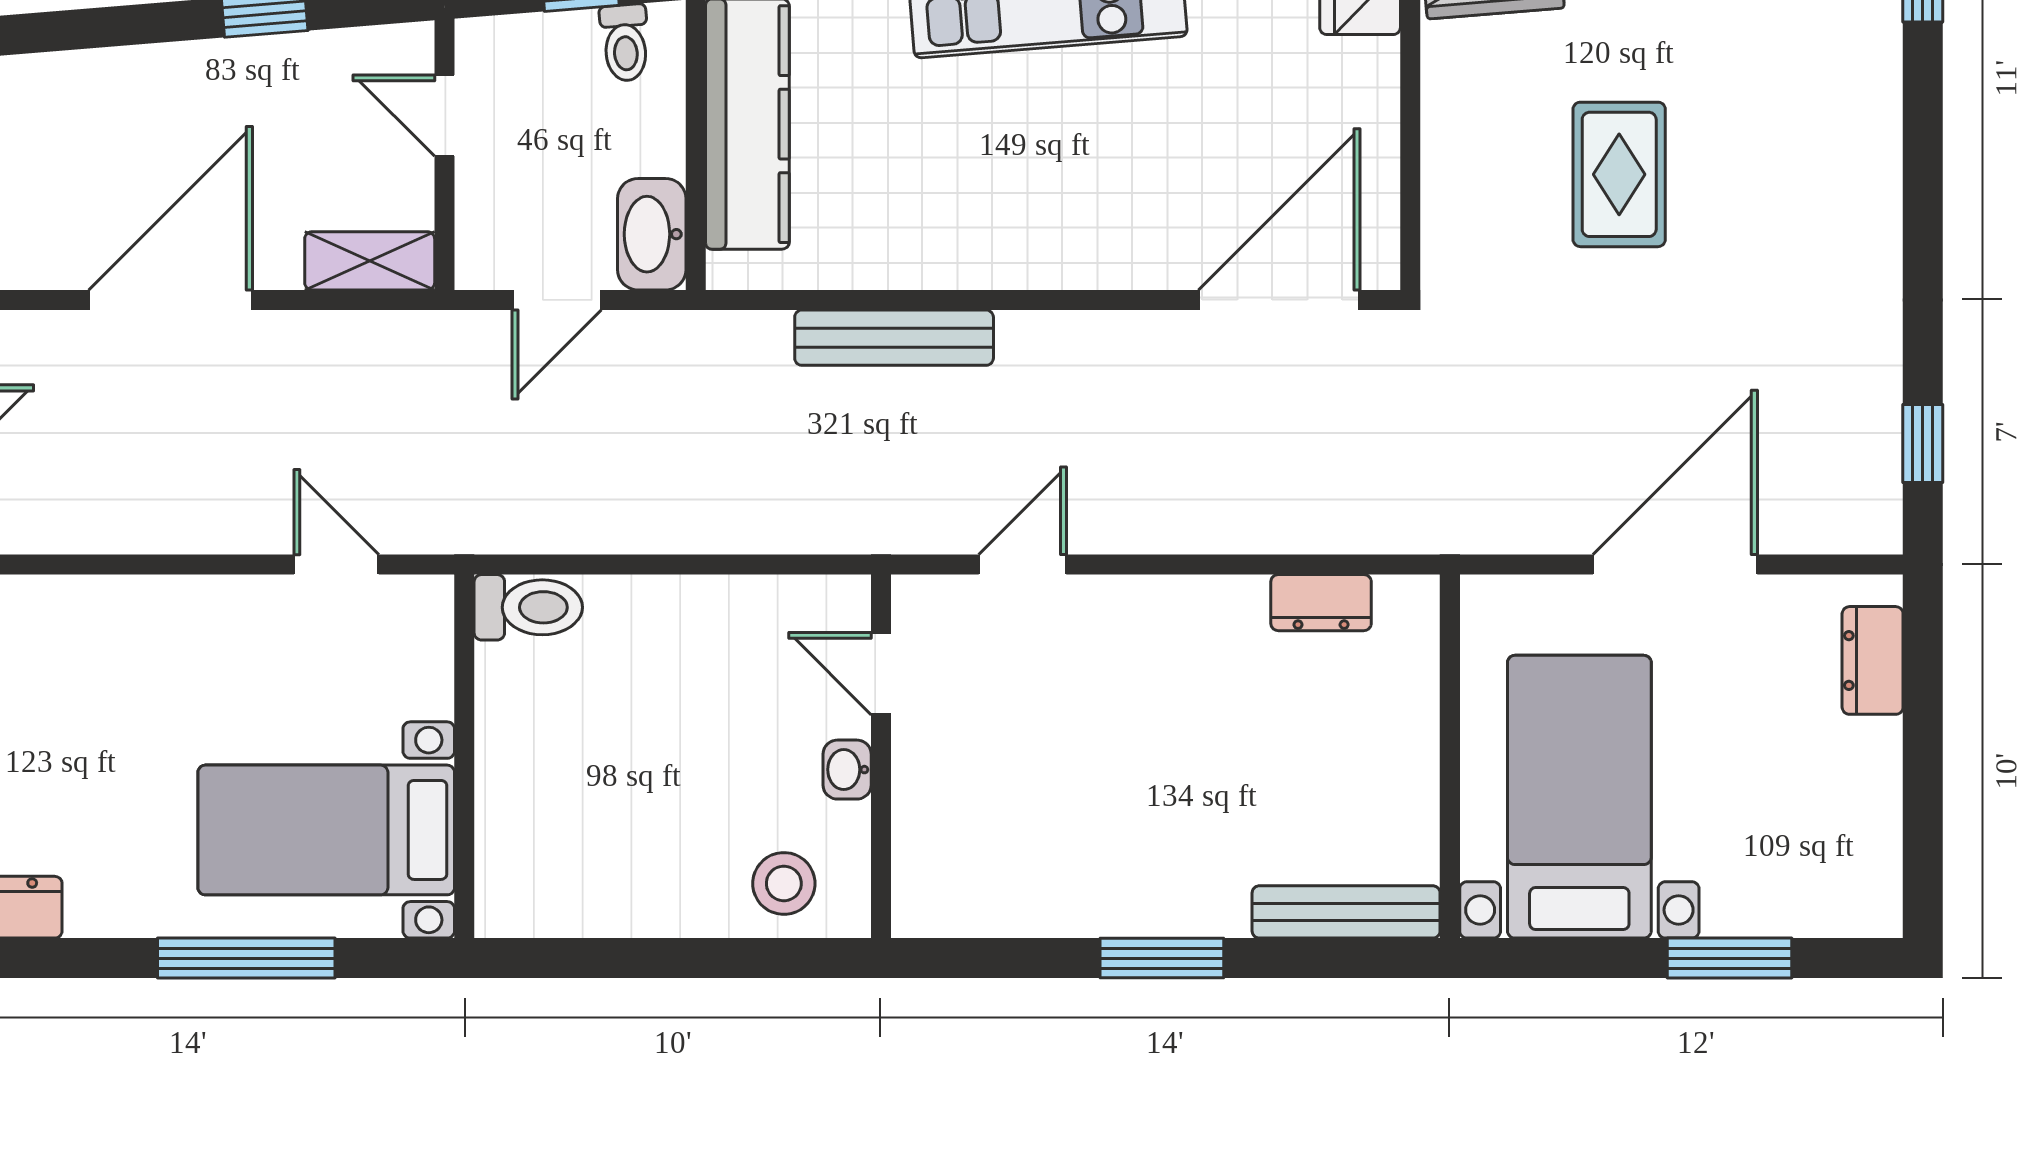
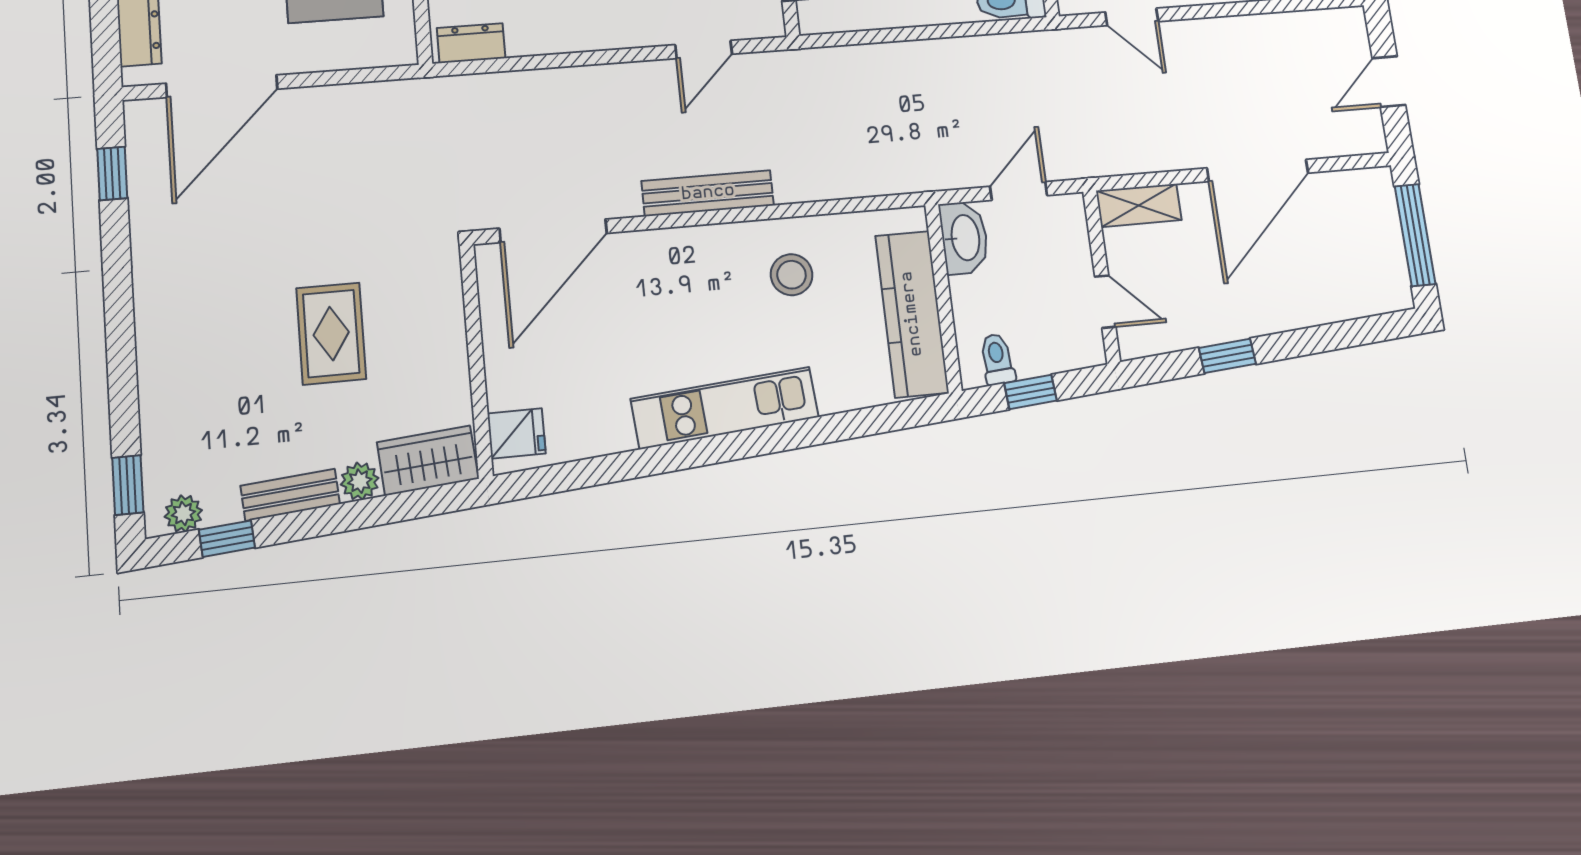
stool: (925, 201) -> (792, 275), added
bench: (894, 338) -> (708, 193), moved
door: (1675, 565) -> (222, 86), moved
dresser: (1321, 603) -> (471, 43), moved

